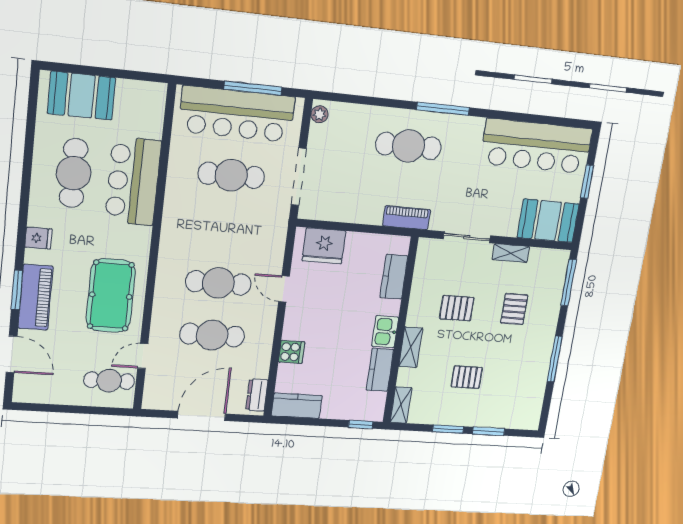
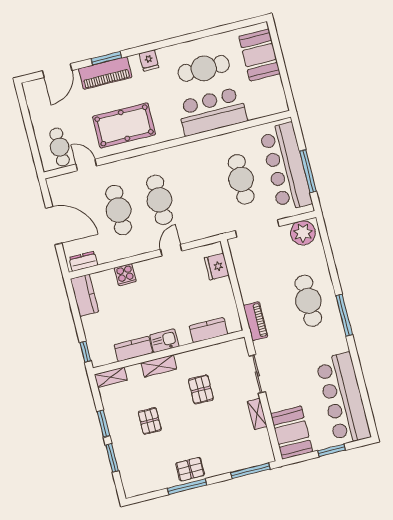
plant: (319, 114) -> (303, 233), width x1.88, depth x1.88
fridge: (324, 246) -> (217, 267), width x0.73, depth x0.75
pallet: (514, 309) -> (190, 469), moved

